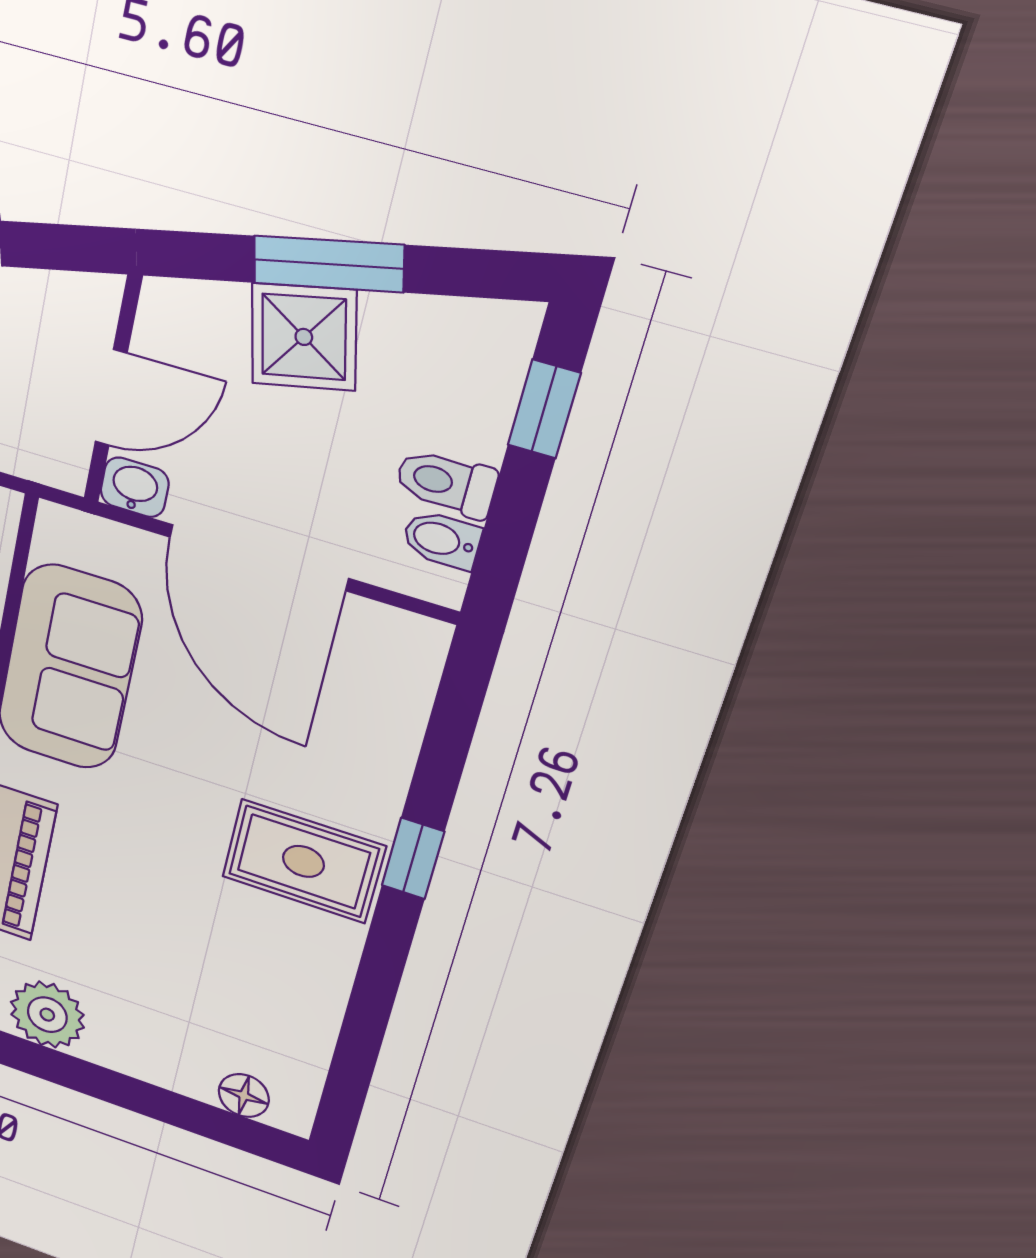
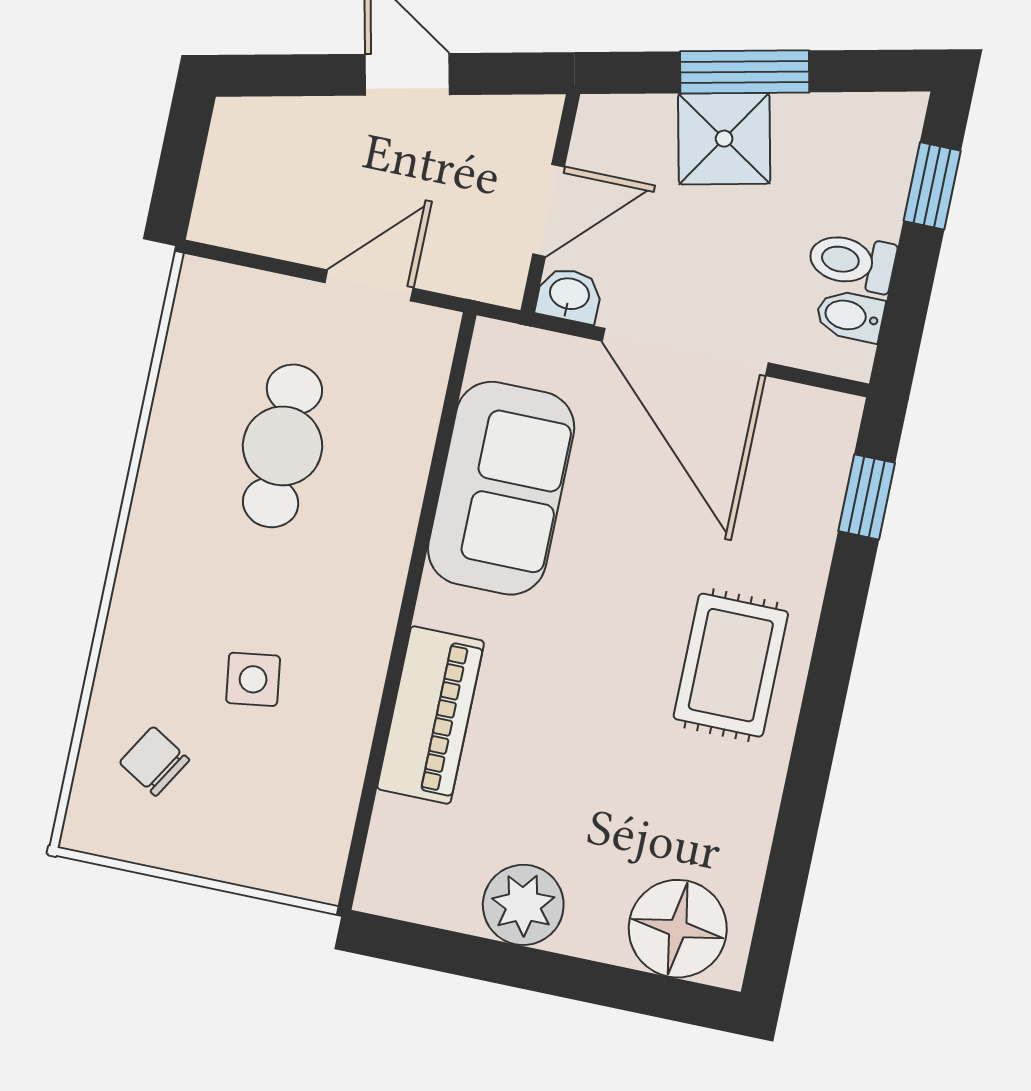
window: (413, 859) -> (867, 497), moved
rug: (303, 861) -> (731, 665), turned 90
plant: (47, 1015) -> (523, 905), moved
floor lamp: (244, 1096) -> (678, 929), width x1.89, depth x1.89

